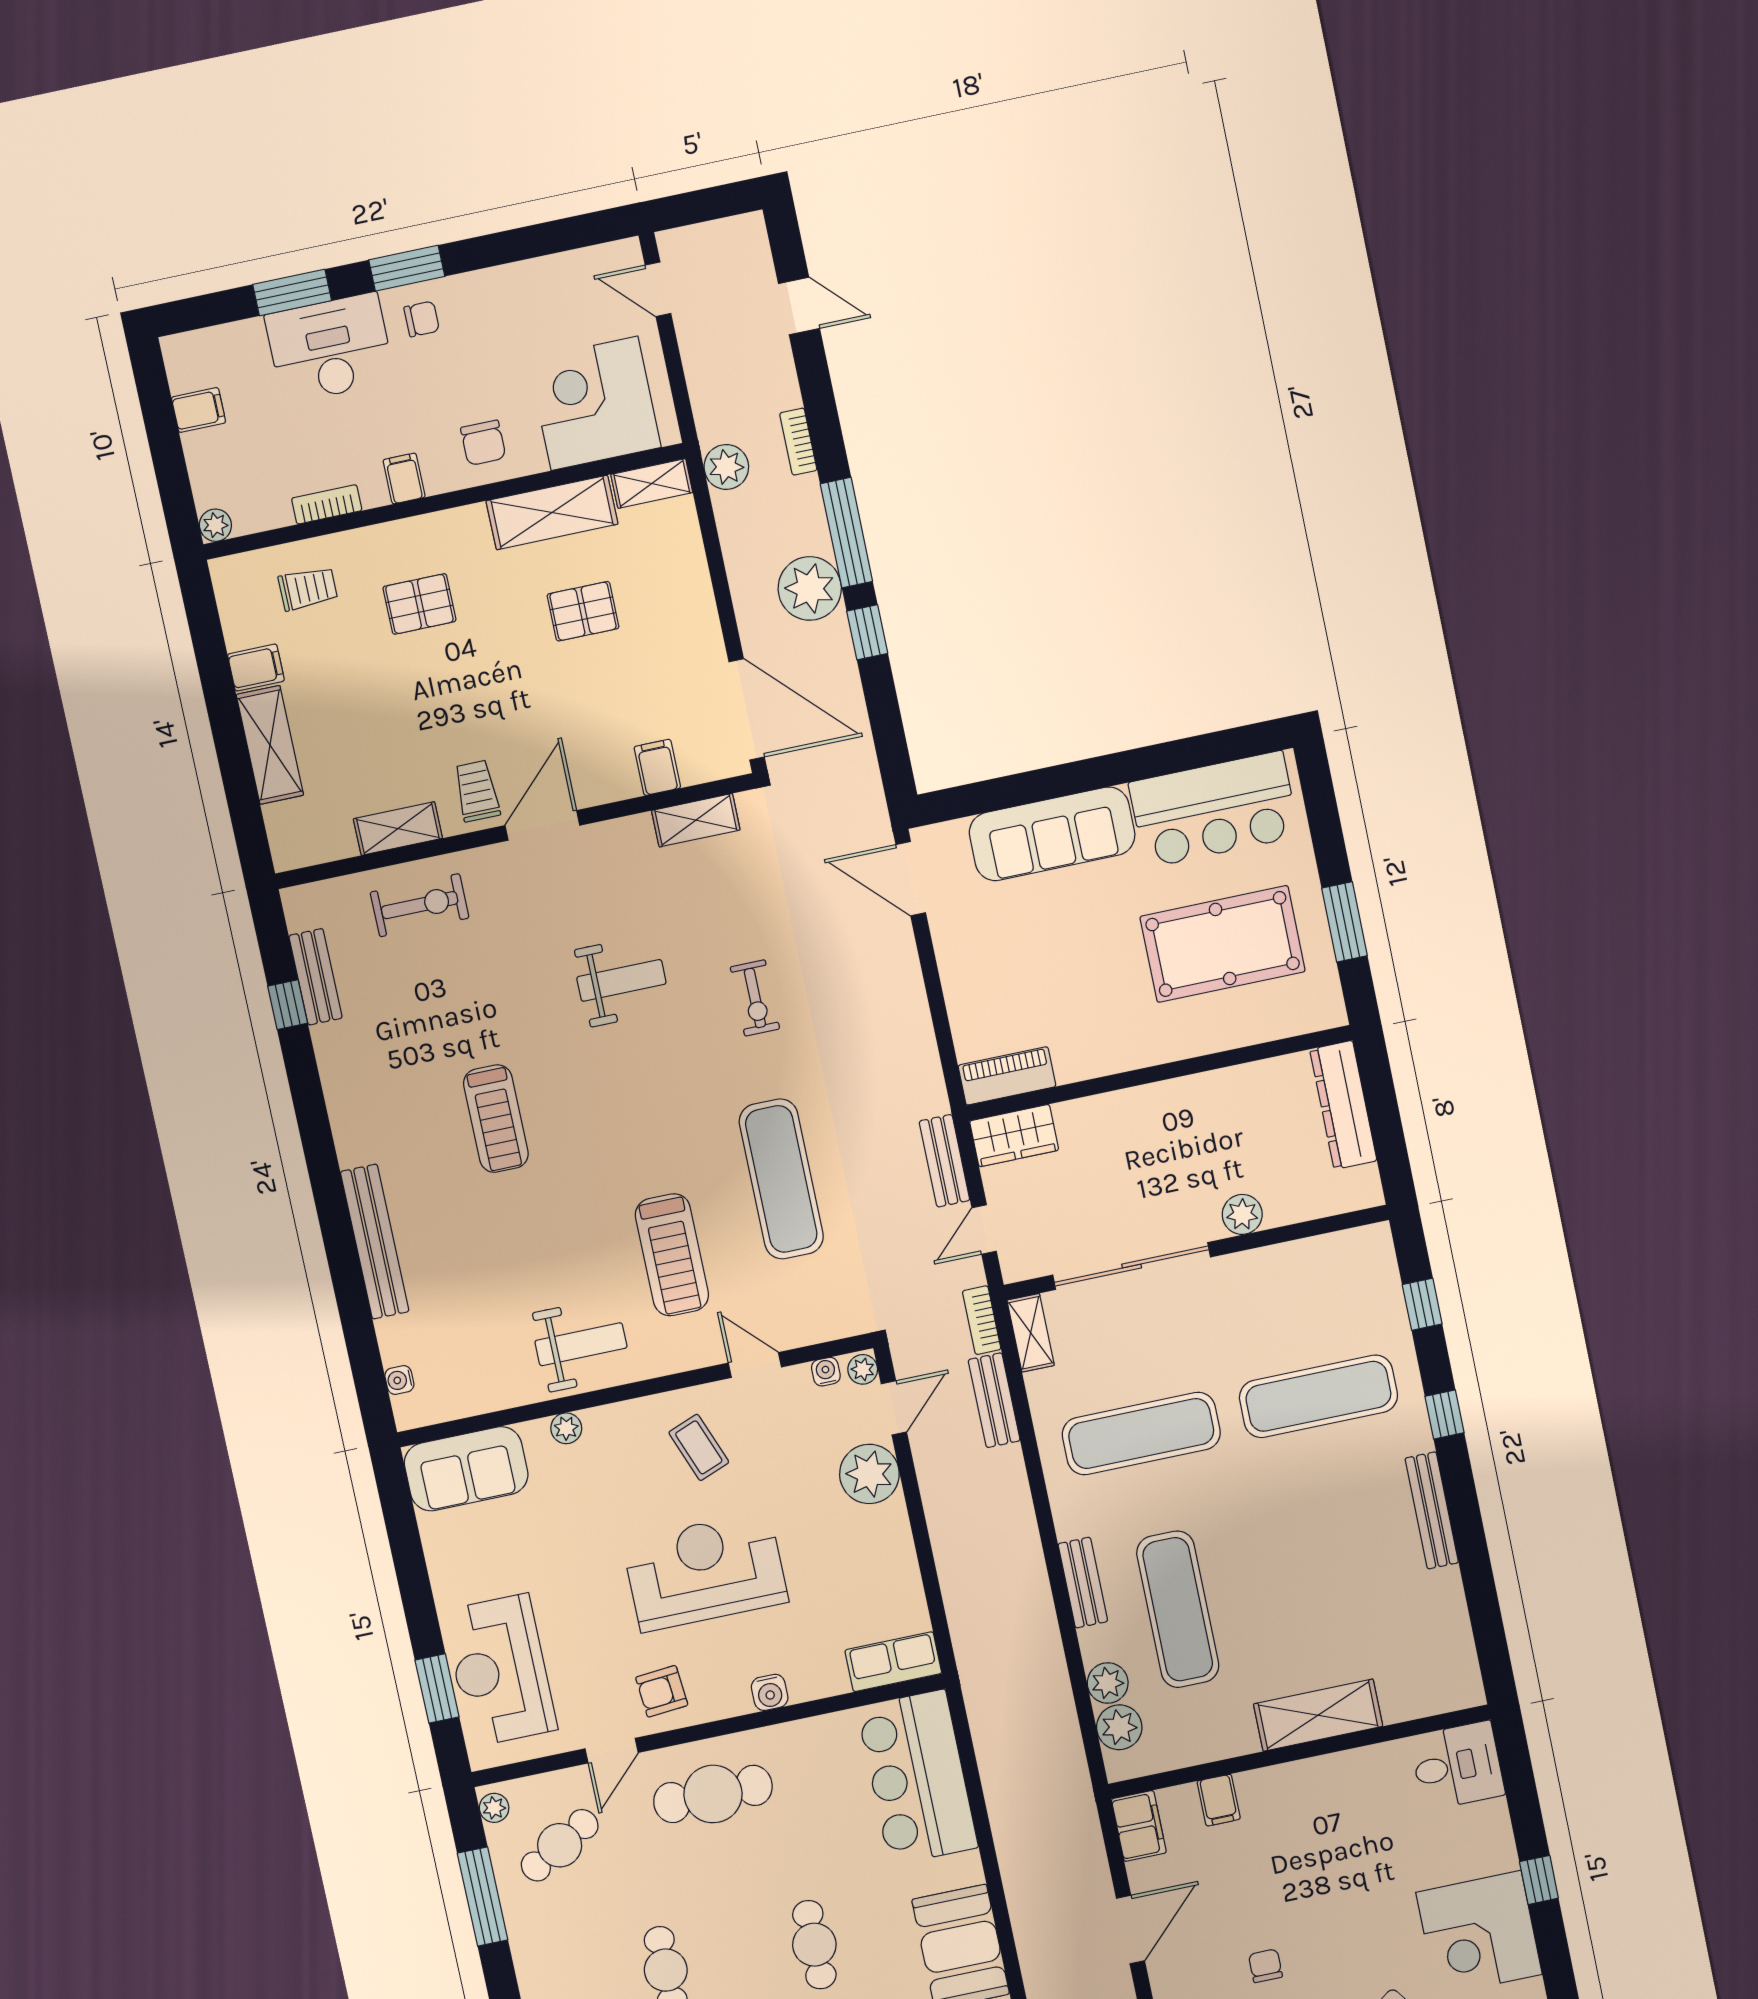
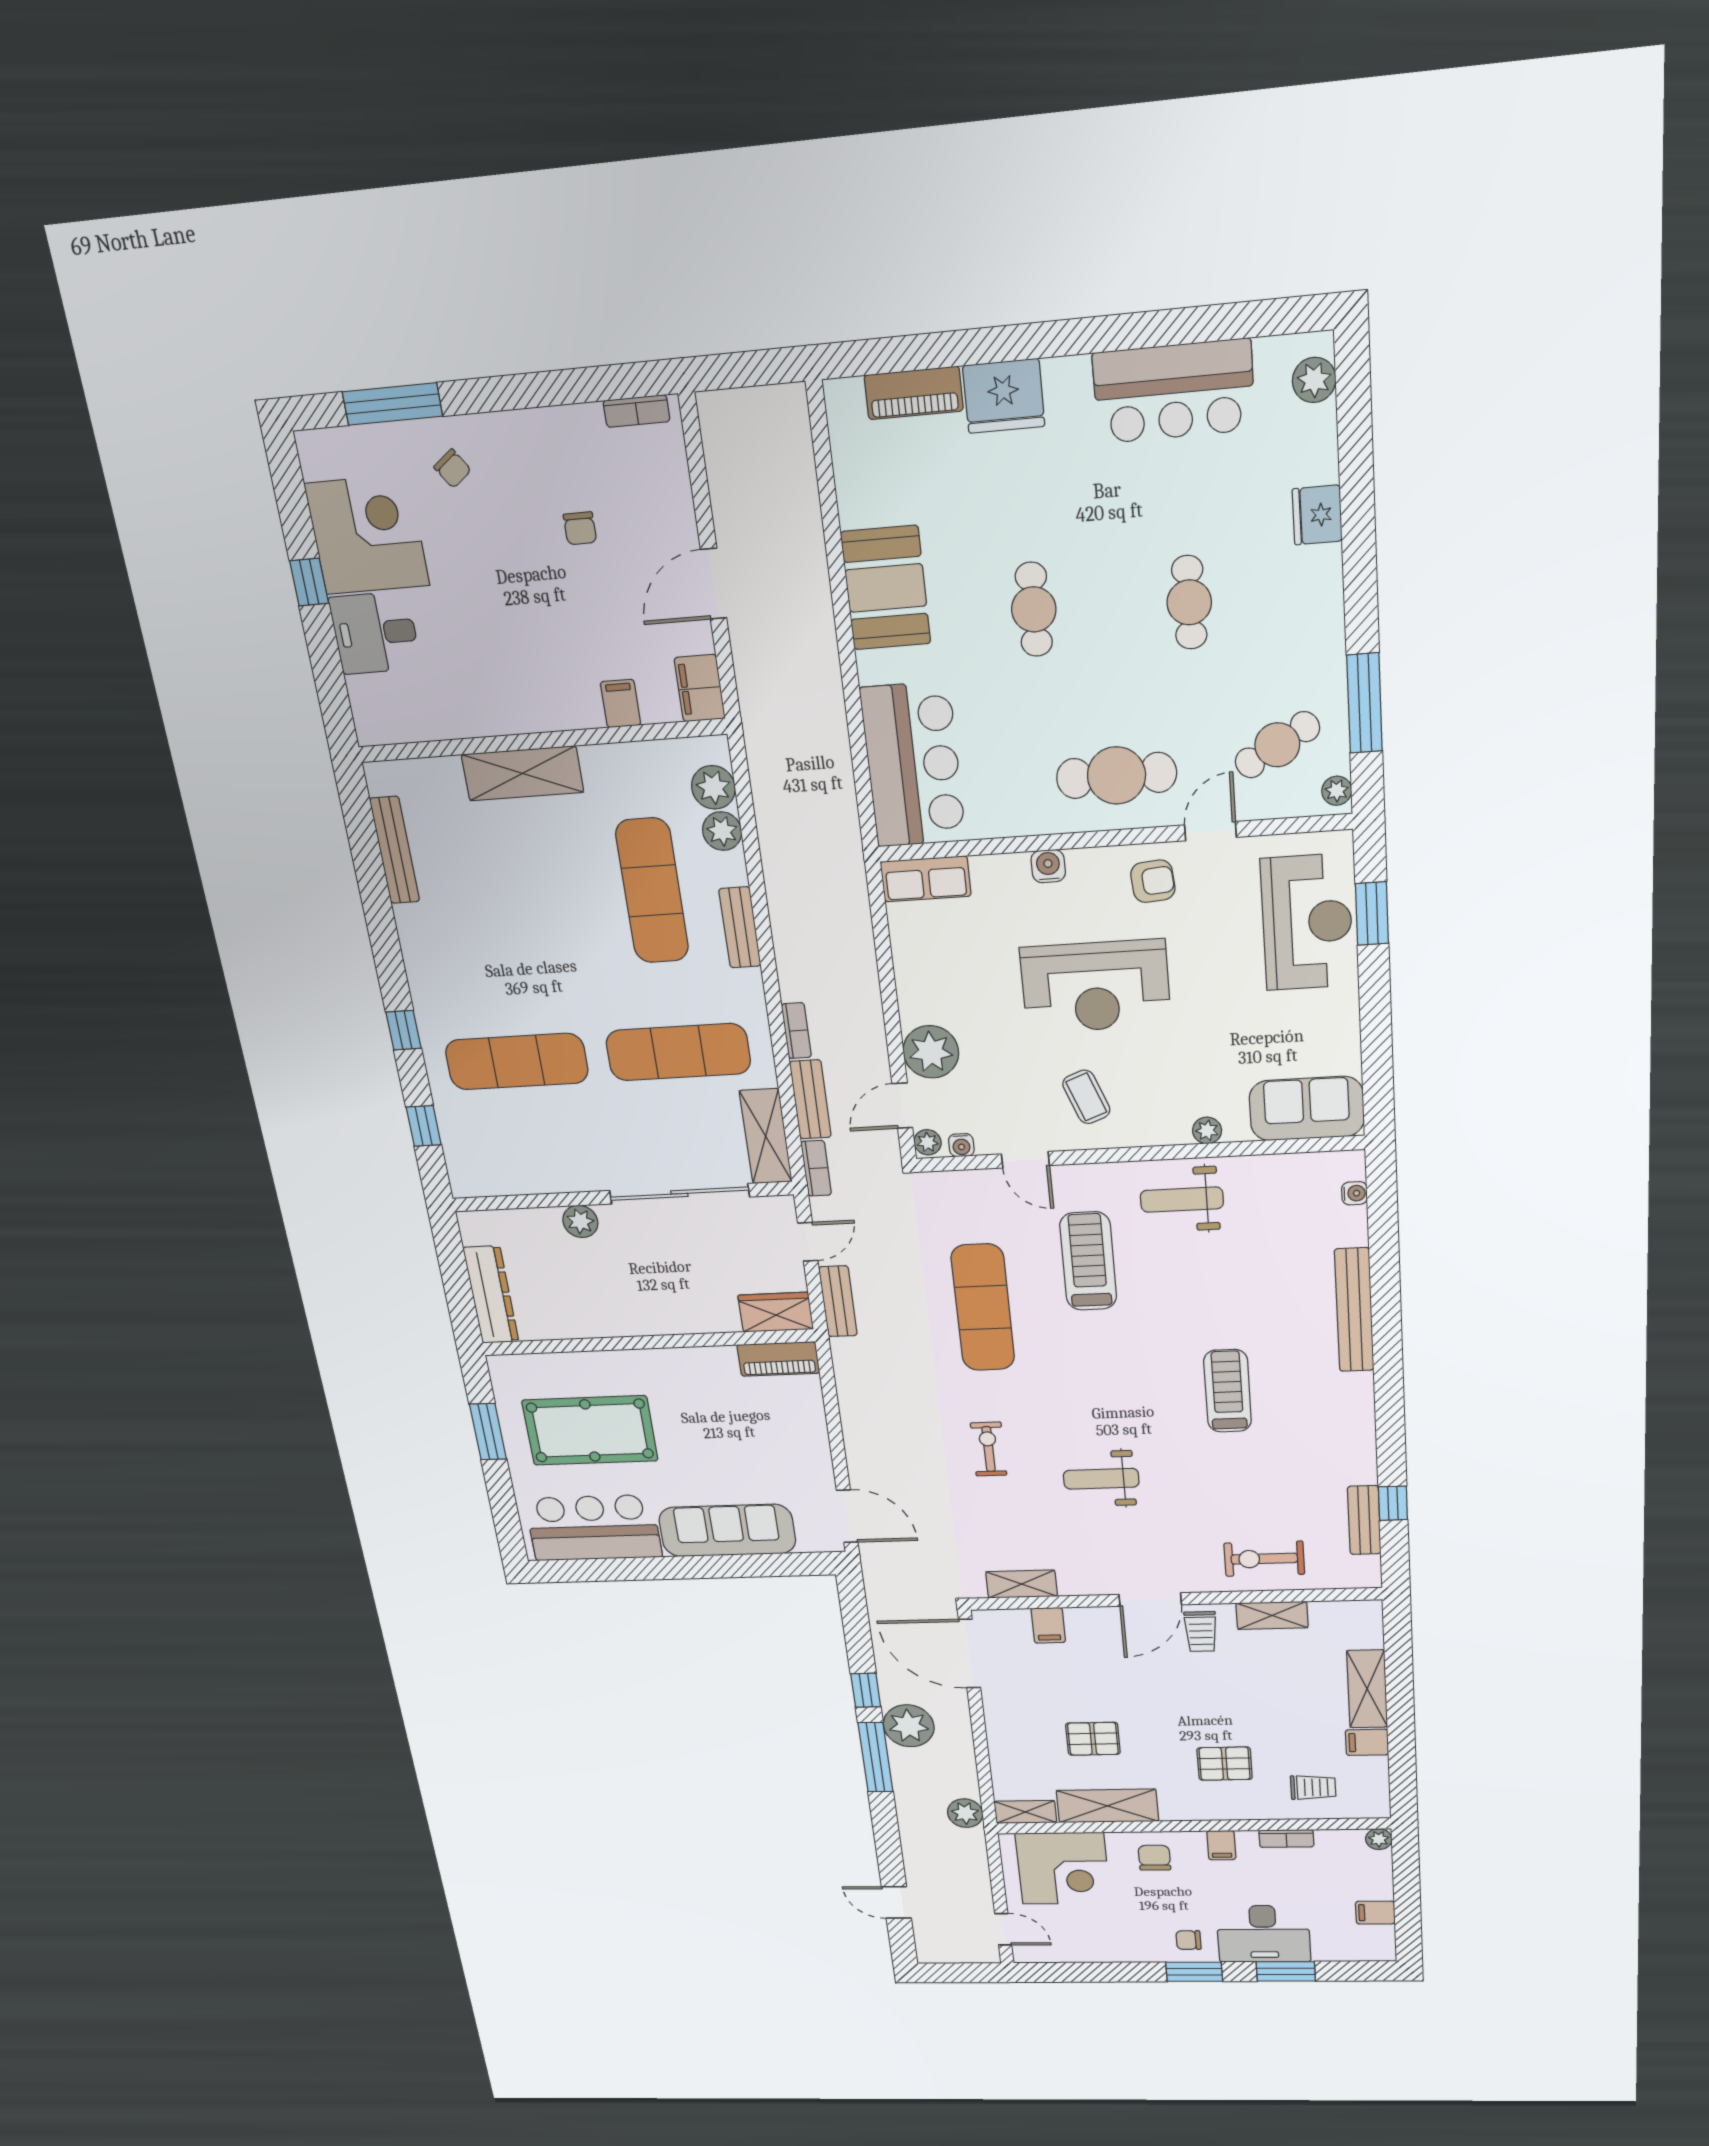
bookcase: (798, 442) -> (796, 1031), moved
trolley: (308, 589) -> (1313, 1787), turned 180
shelving: (1031, 1333) -> (766, 1136), width x1.50, depth x1.33
bench: (1432, 1510) -> (395, 850), moved
desk: (1457, 1766) -> (375, 633), moved

